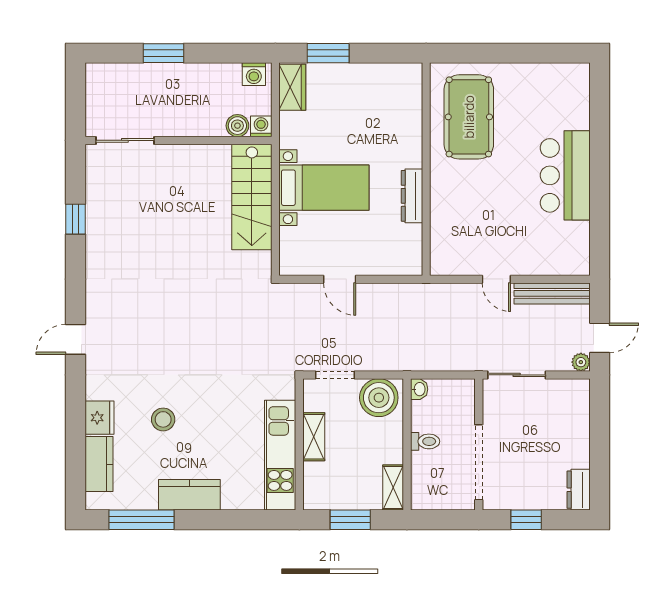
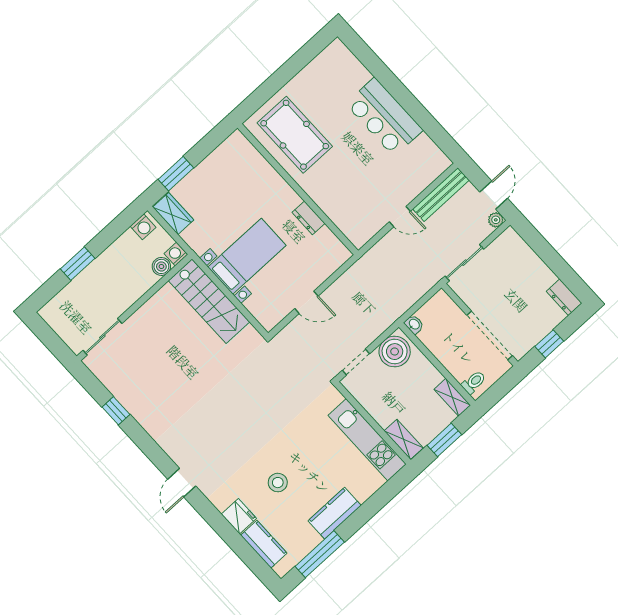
dresser: (412, 196) -> (308, 218), width x0.70
shelving: (314, 437) -> (404, 439), moved
toilet: (425, 441) -> (474, 382), moved

